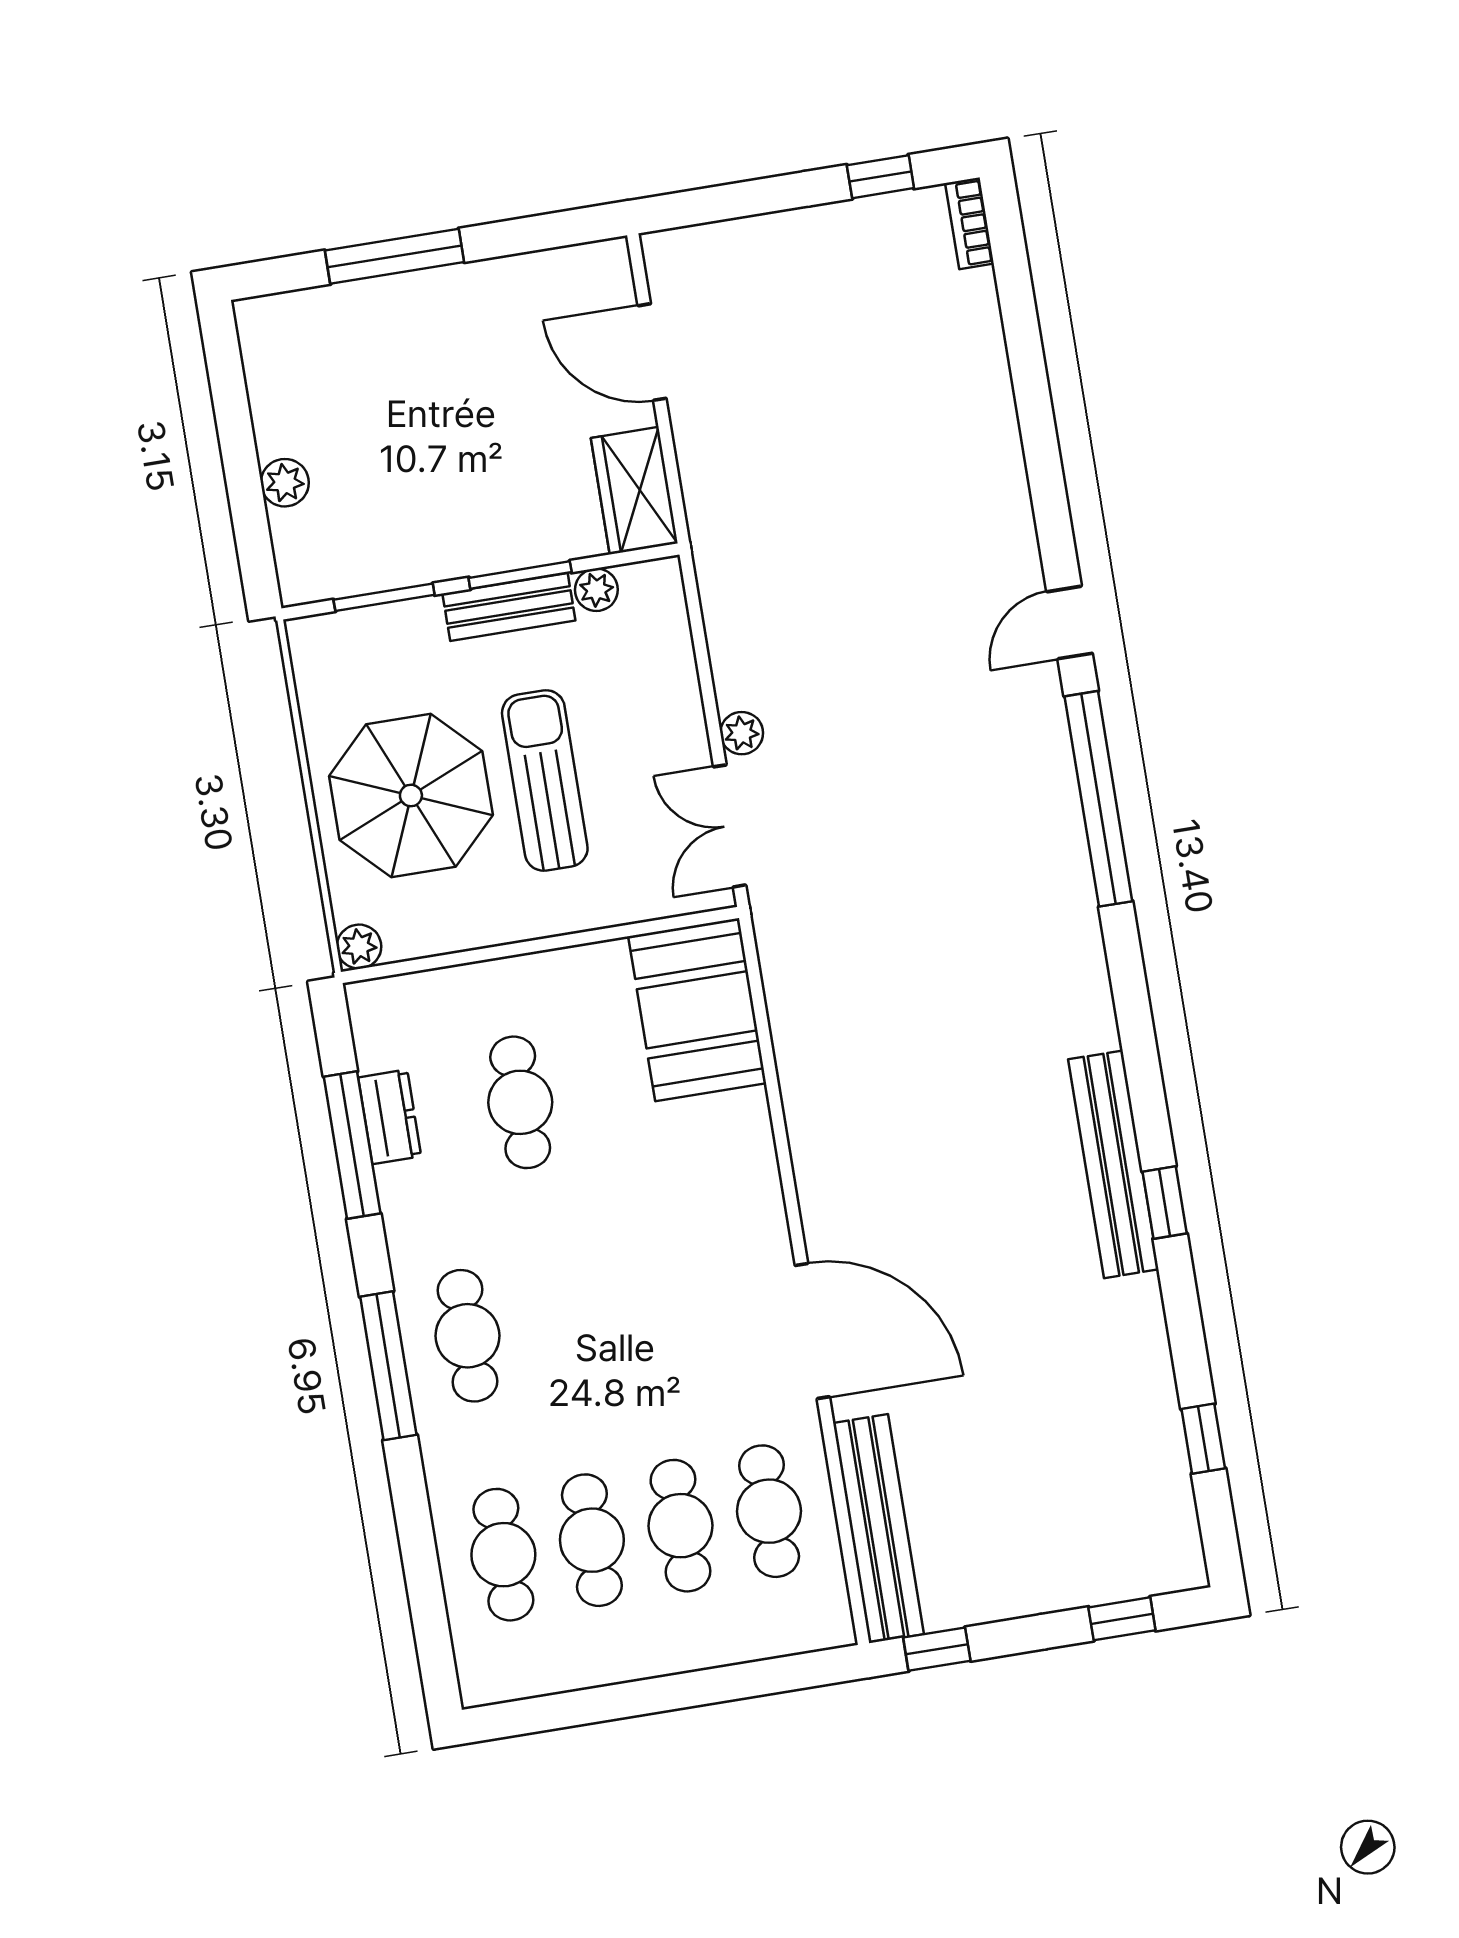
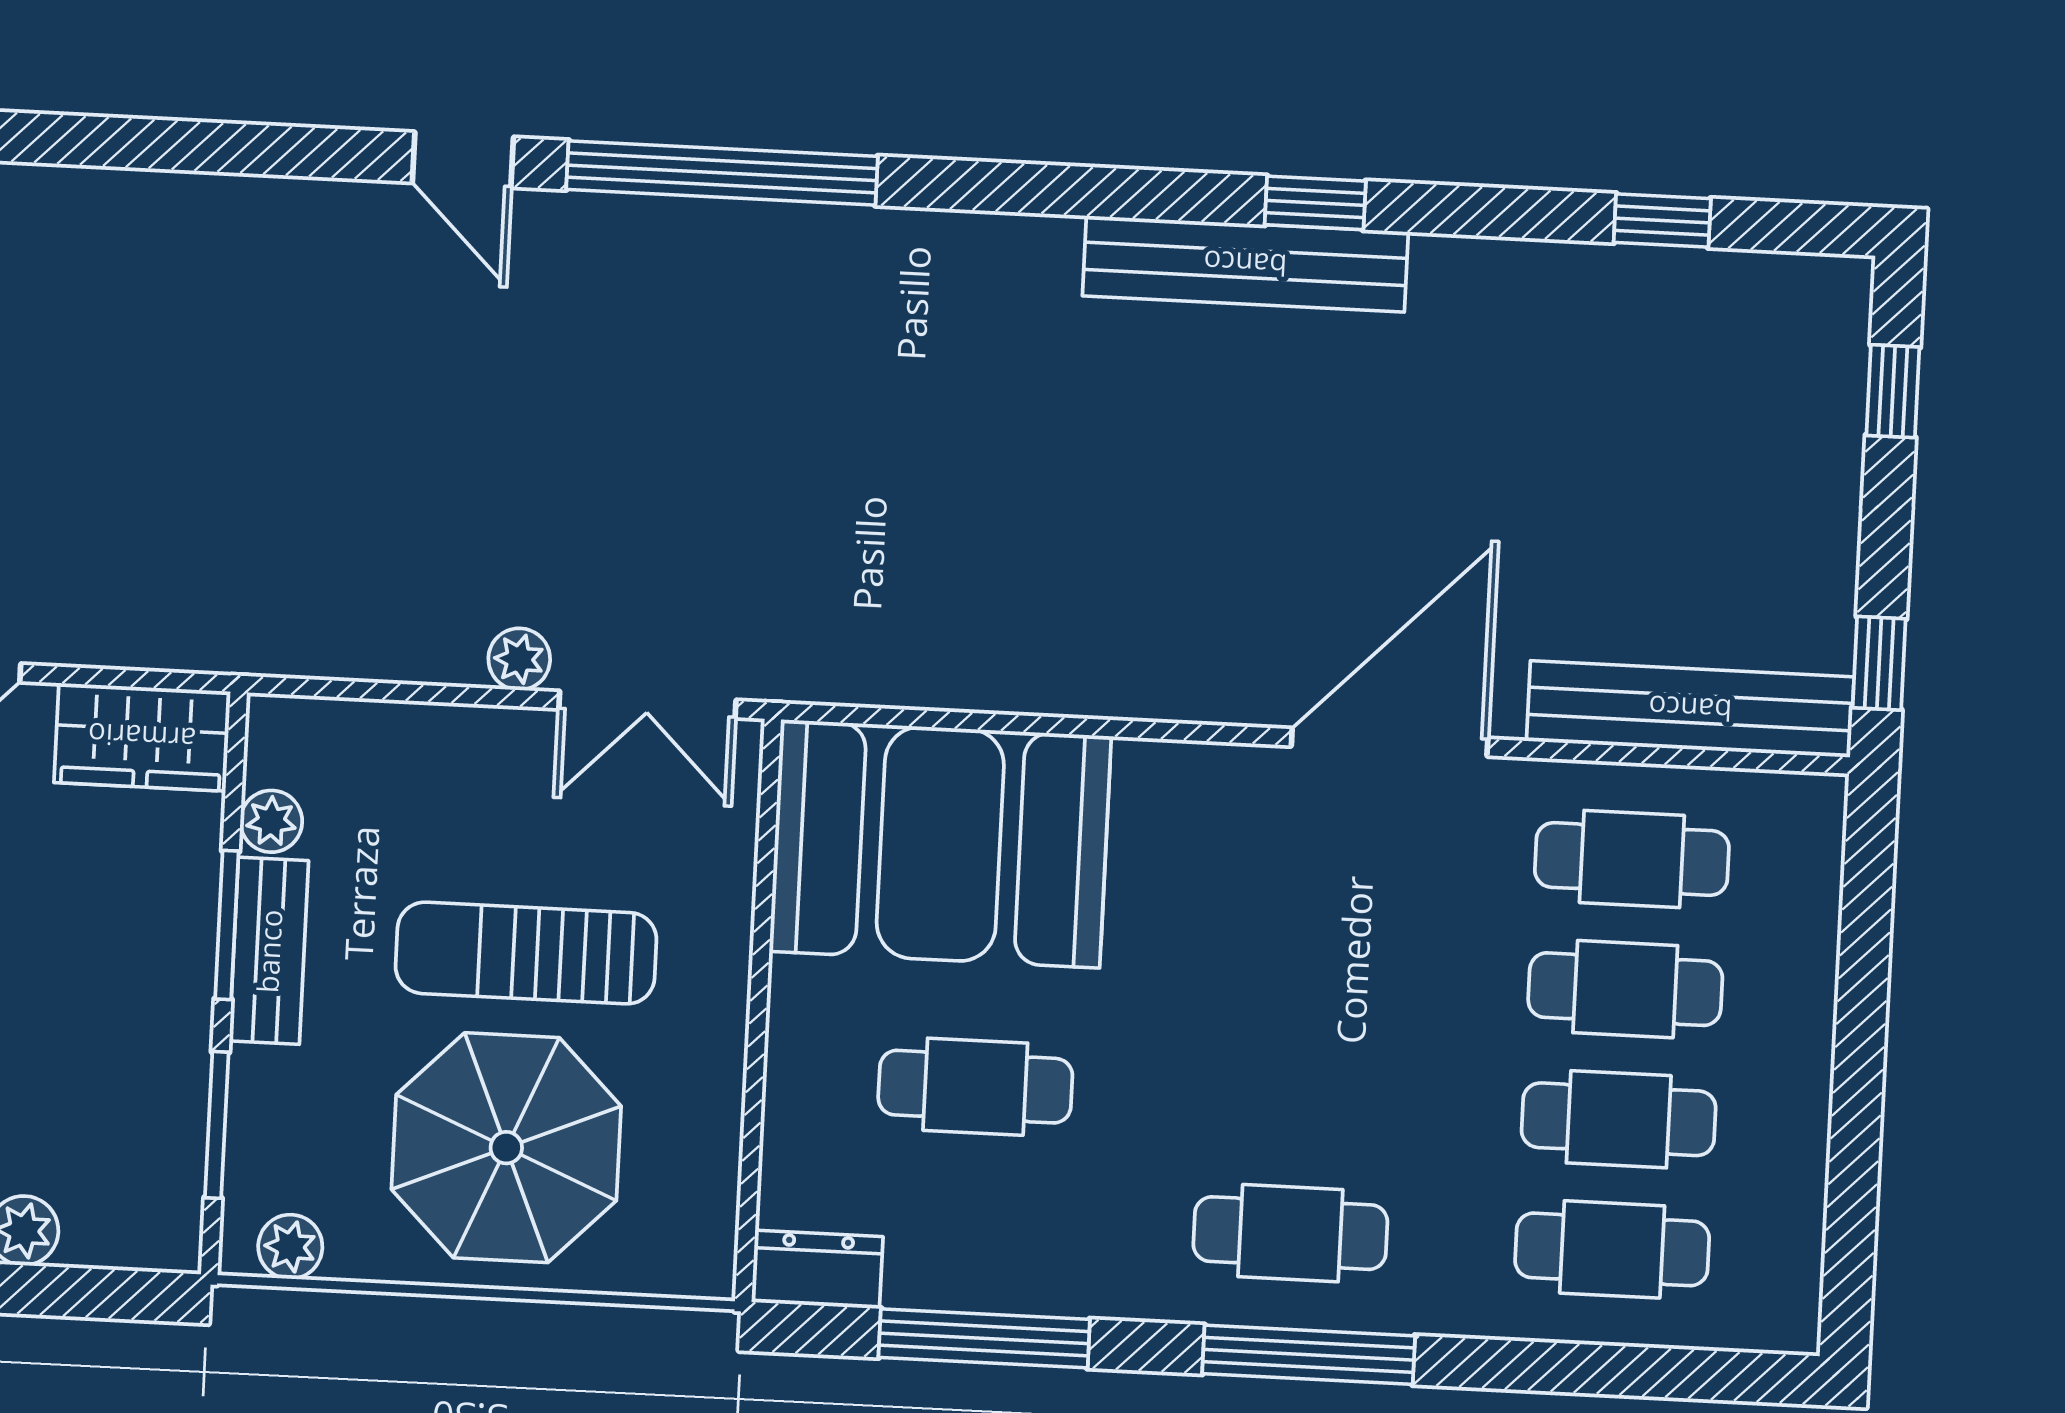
plant: (359, 947) -> (290, 1247), moved
booth: (697, 1010) -> (940, 844), width x1.36, depth x1.42
dresser: (390, 1117) -> (817, 1269), moved

